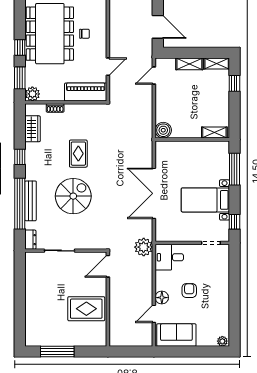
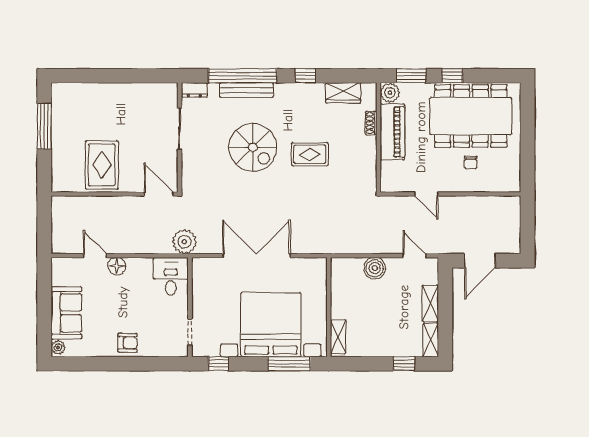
piano: (86, 92) -> (392, 132), moved
boiler: (163, 130) -> (375, 268), moved
bed with nightstands: (205, 200) -> (271, 325), width x1.85
armchair: (189, 291) -> (128, 343), moved
sofa: (176, 335) -> (66, 313), moved

